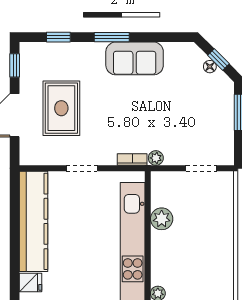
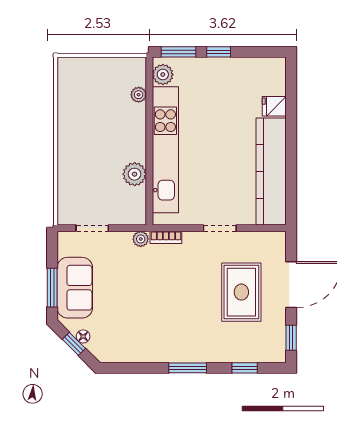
sofa: (135, 58) -> (75, 288), moved, turned 90

